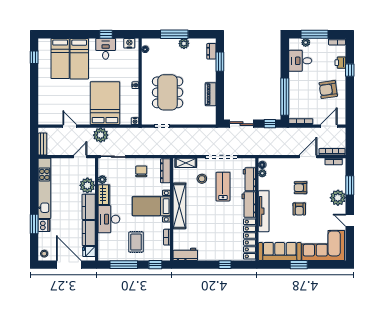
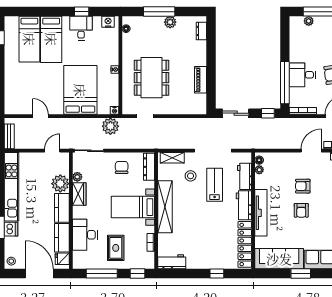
desk: (300, 61) -> (302, 75), moved
window: (220, 62) -> (211, 43), removed
plant: (101, 135) -> (110, 126), moved
desk: (109, 219) -> (85, 235), moved

